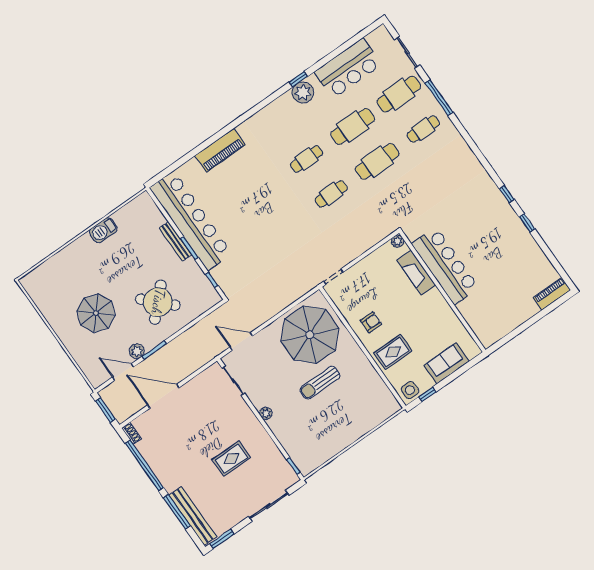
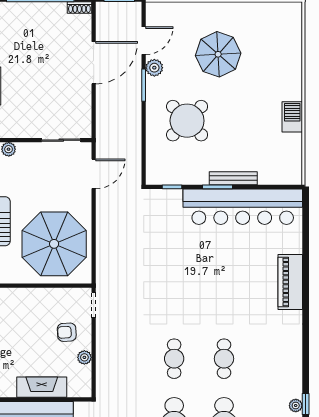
plant: (303, 92) -> (296, 405), width x0.53, depth x0.53
plant: (398, 241) -> (84, 357), moved
armchair: (371, 322) -> (67, 332), moved, turned 87

